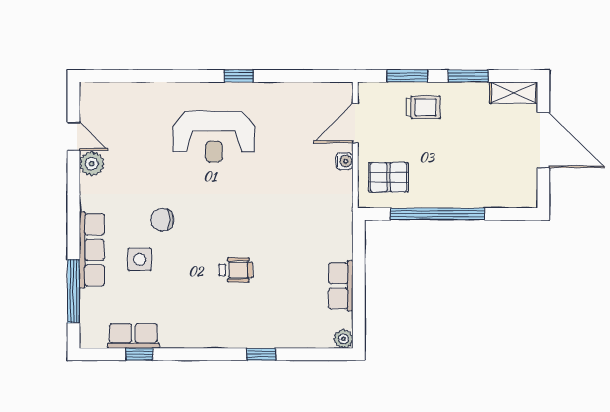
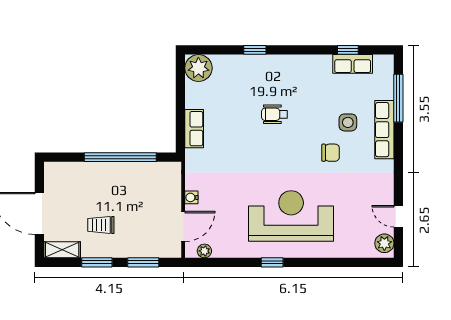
plant: (327, 91) -> (204, 251), added
trolley: (423, 107) -> (101, 225), moved
reception desk: (214, 137) -> (291, 216), width x1.36, depth x1.30
plant: (92, 164) -> (384, 243), moved
pallet: (389, 177) -> (158, 185), removed
row of seats: (341, 286) -> (194, 129), moved
plant: (343, 339) -> (198, 68), width x1.88, depth x1.88

